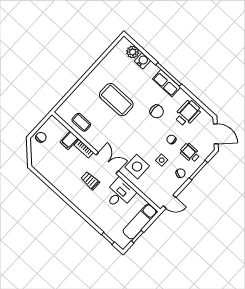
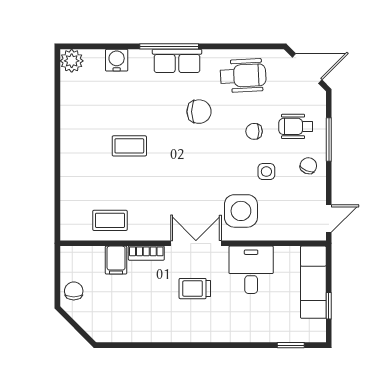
plant: (133, 52) -> (72, 61), moved
coffee table: (116, 100) -> (129, 146), width x0.54, depth x0.58
wheelchair: (187, 113) -> (243, 76), turned 87

